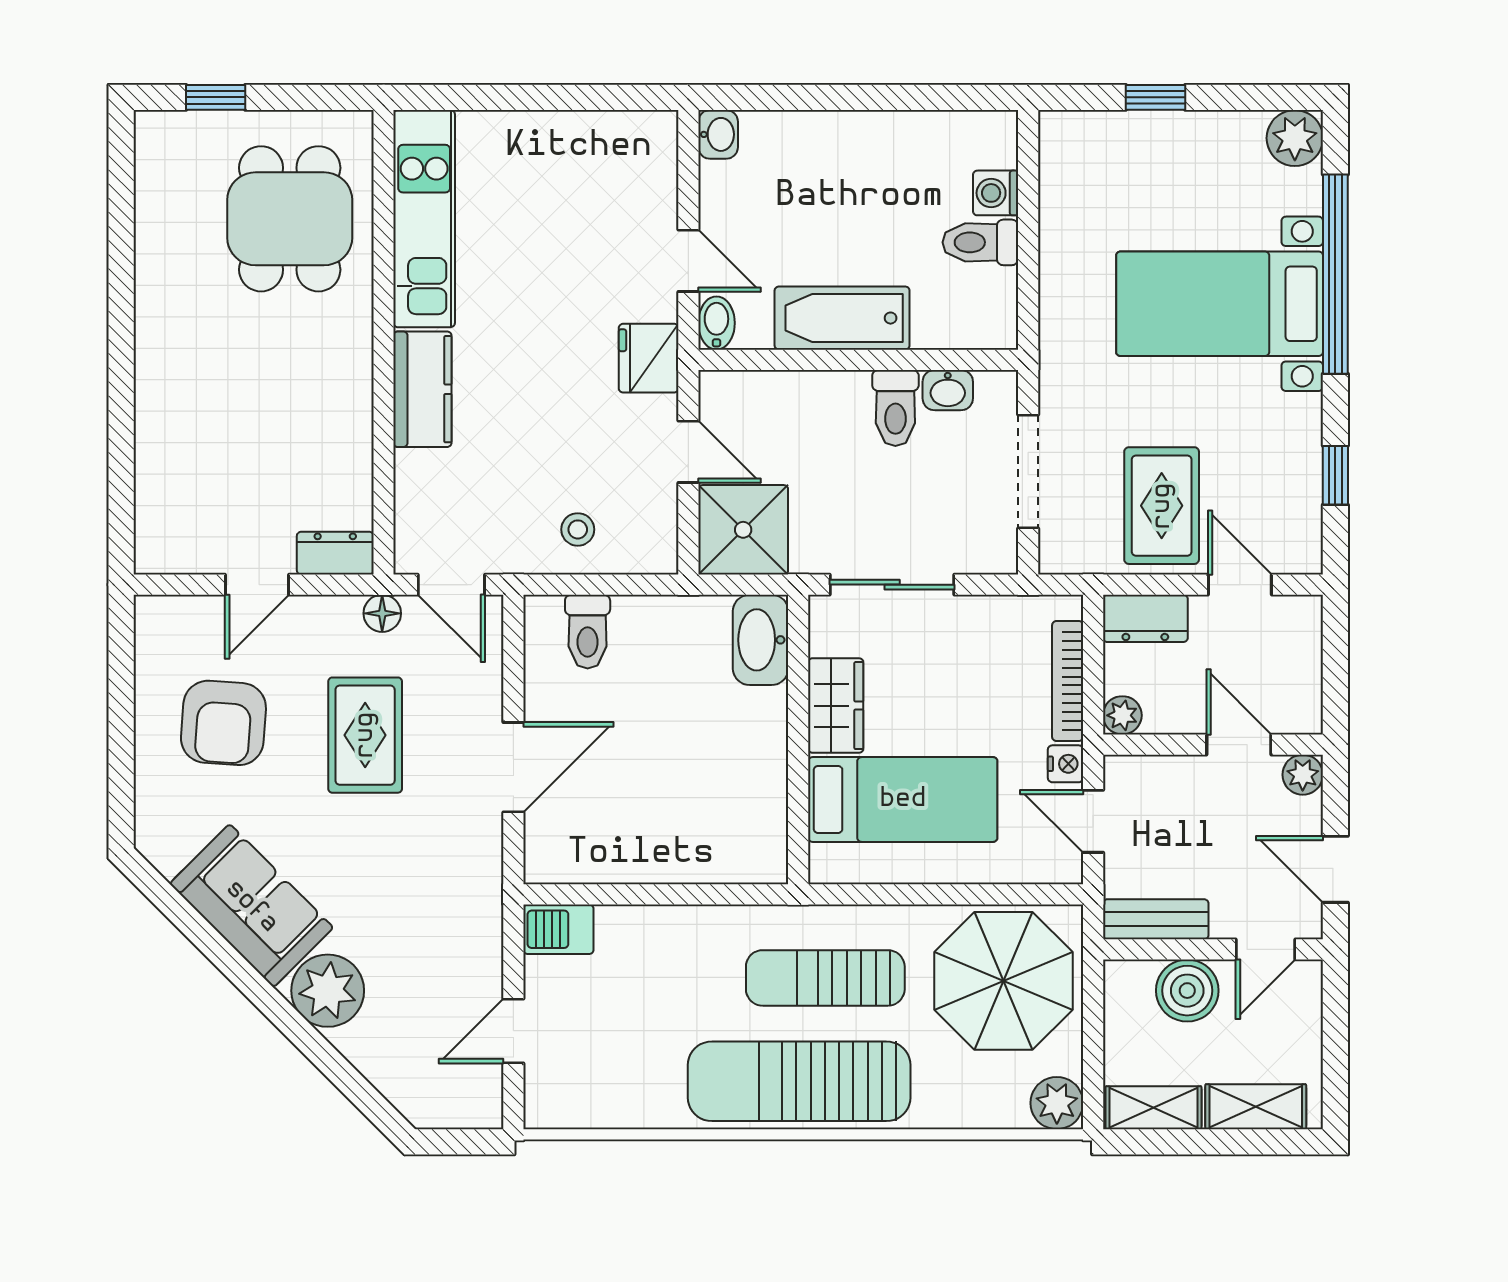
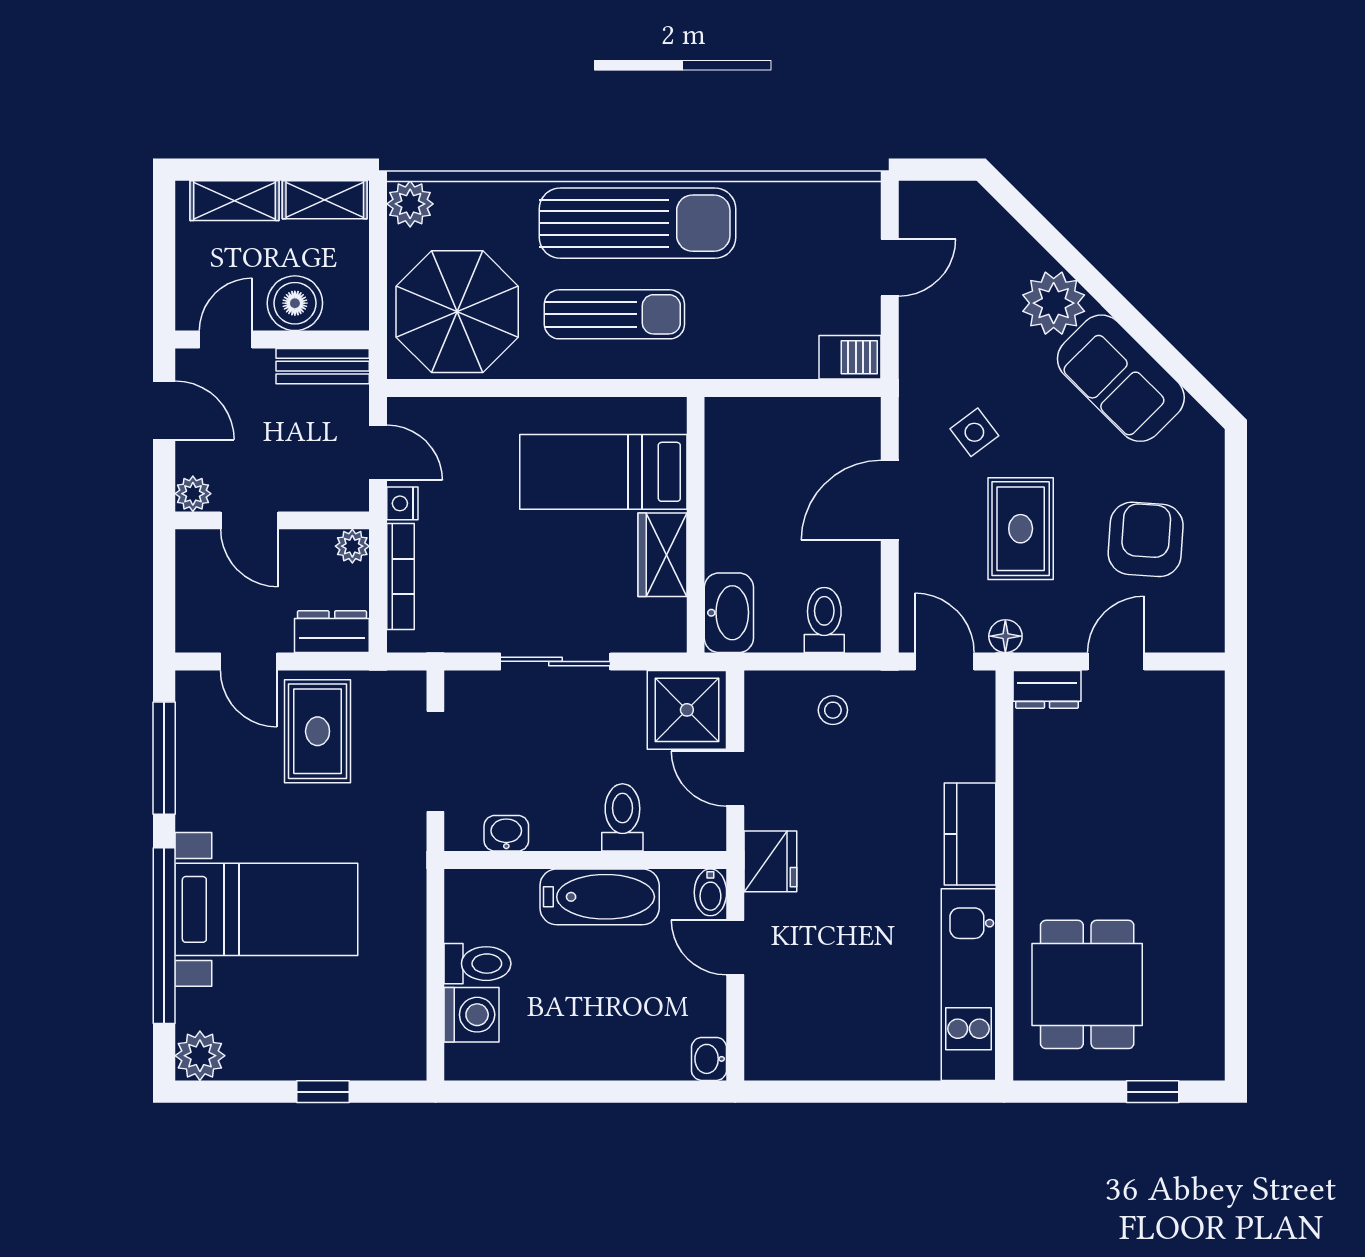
washing machine: (996, 193) -> (472, 1015), width x1.38, depth x1.38
toilet: (895, 408) -> (622, 817), moved
window: (1335, 475) -> (164, 758), width x2.17
washbasin: (761, 640) -> (729, 613), moved
wardrobe: (836, 706) -> (663, 555), moved
wall: (798, 740) -> (696, 525), moved
bed: (903, 799) -> (603, 472), moved
side table: (418, 844) -> (974, 432), added

